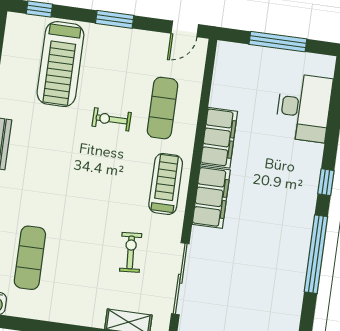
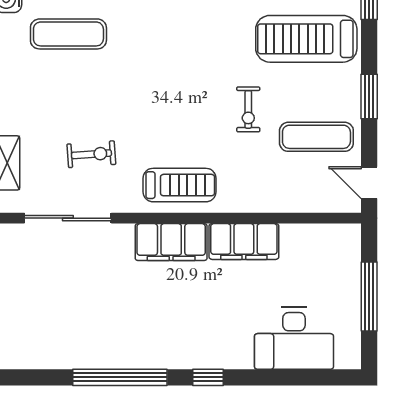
exercise mat: (162, 108) -> (316, 137), moved
exercise bike: (112, 119) -> (248, 109), turned 180

